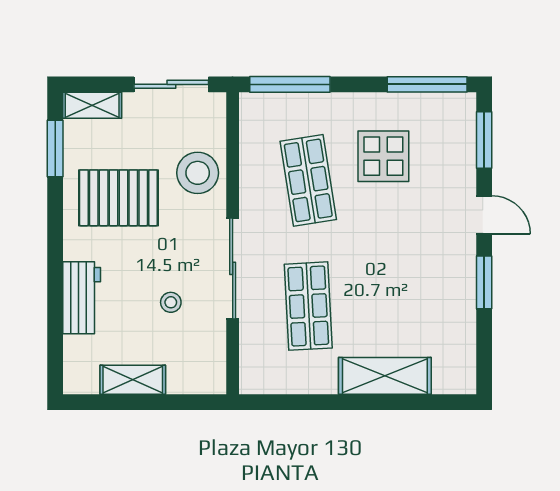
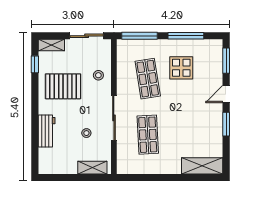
window: (427, 84) -> (186, 36), moved
window: (55, 148) -> (35, 64), width x0.67
stool: (198, 173) -> (98, 75), width x0.53, depth x0.53
door: (484, 215) -> (226, 94), swing flipped
shelving: (385, 376) -> (202, 166), moved
shelving: (133, 380) -> (92, 168), moved

